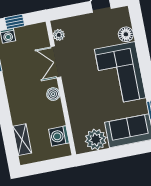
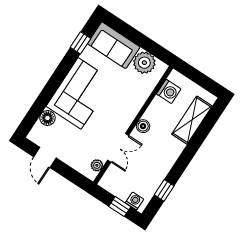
shelving: (22, 140) -> (192, 120), width x1.50, depth x1.33

